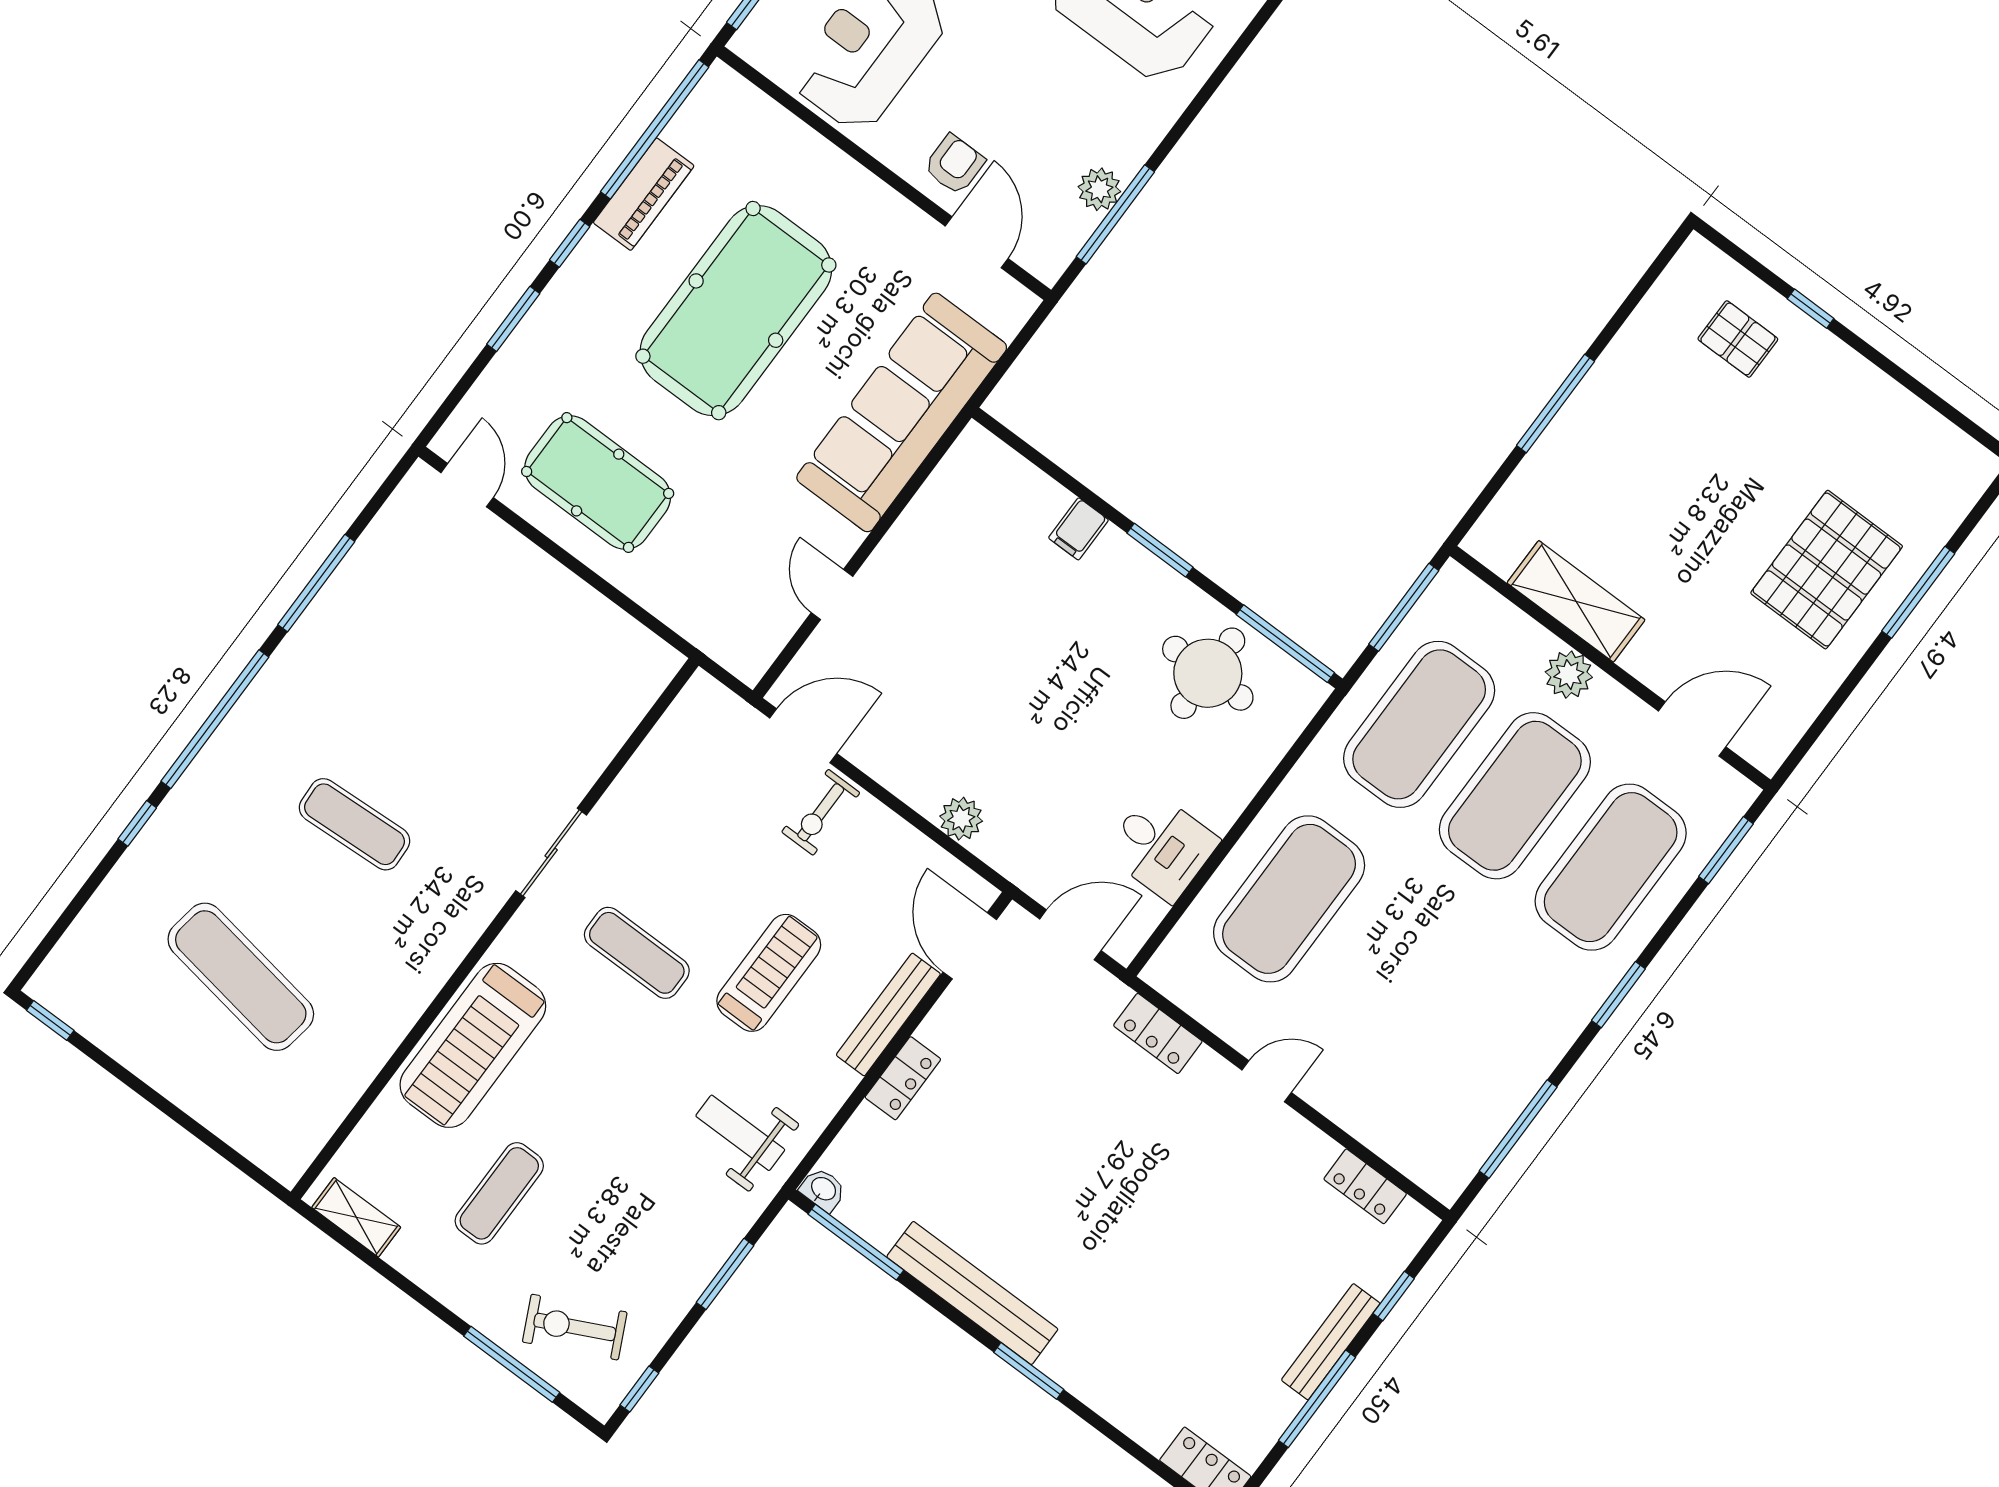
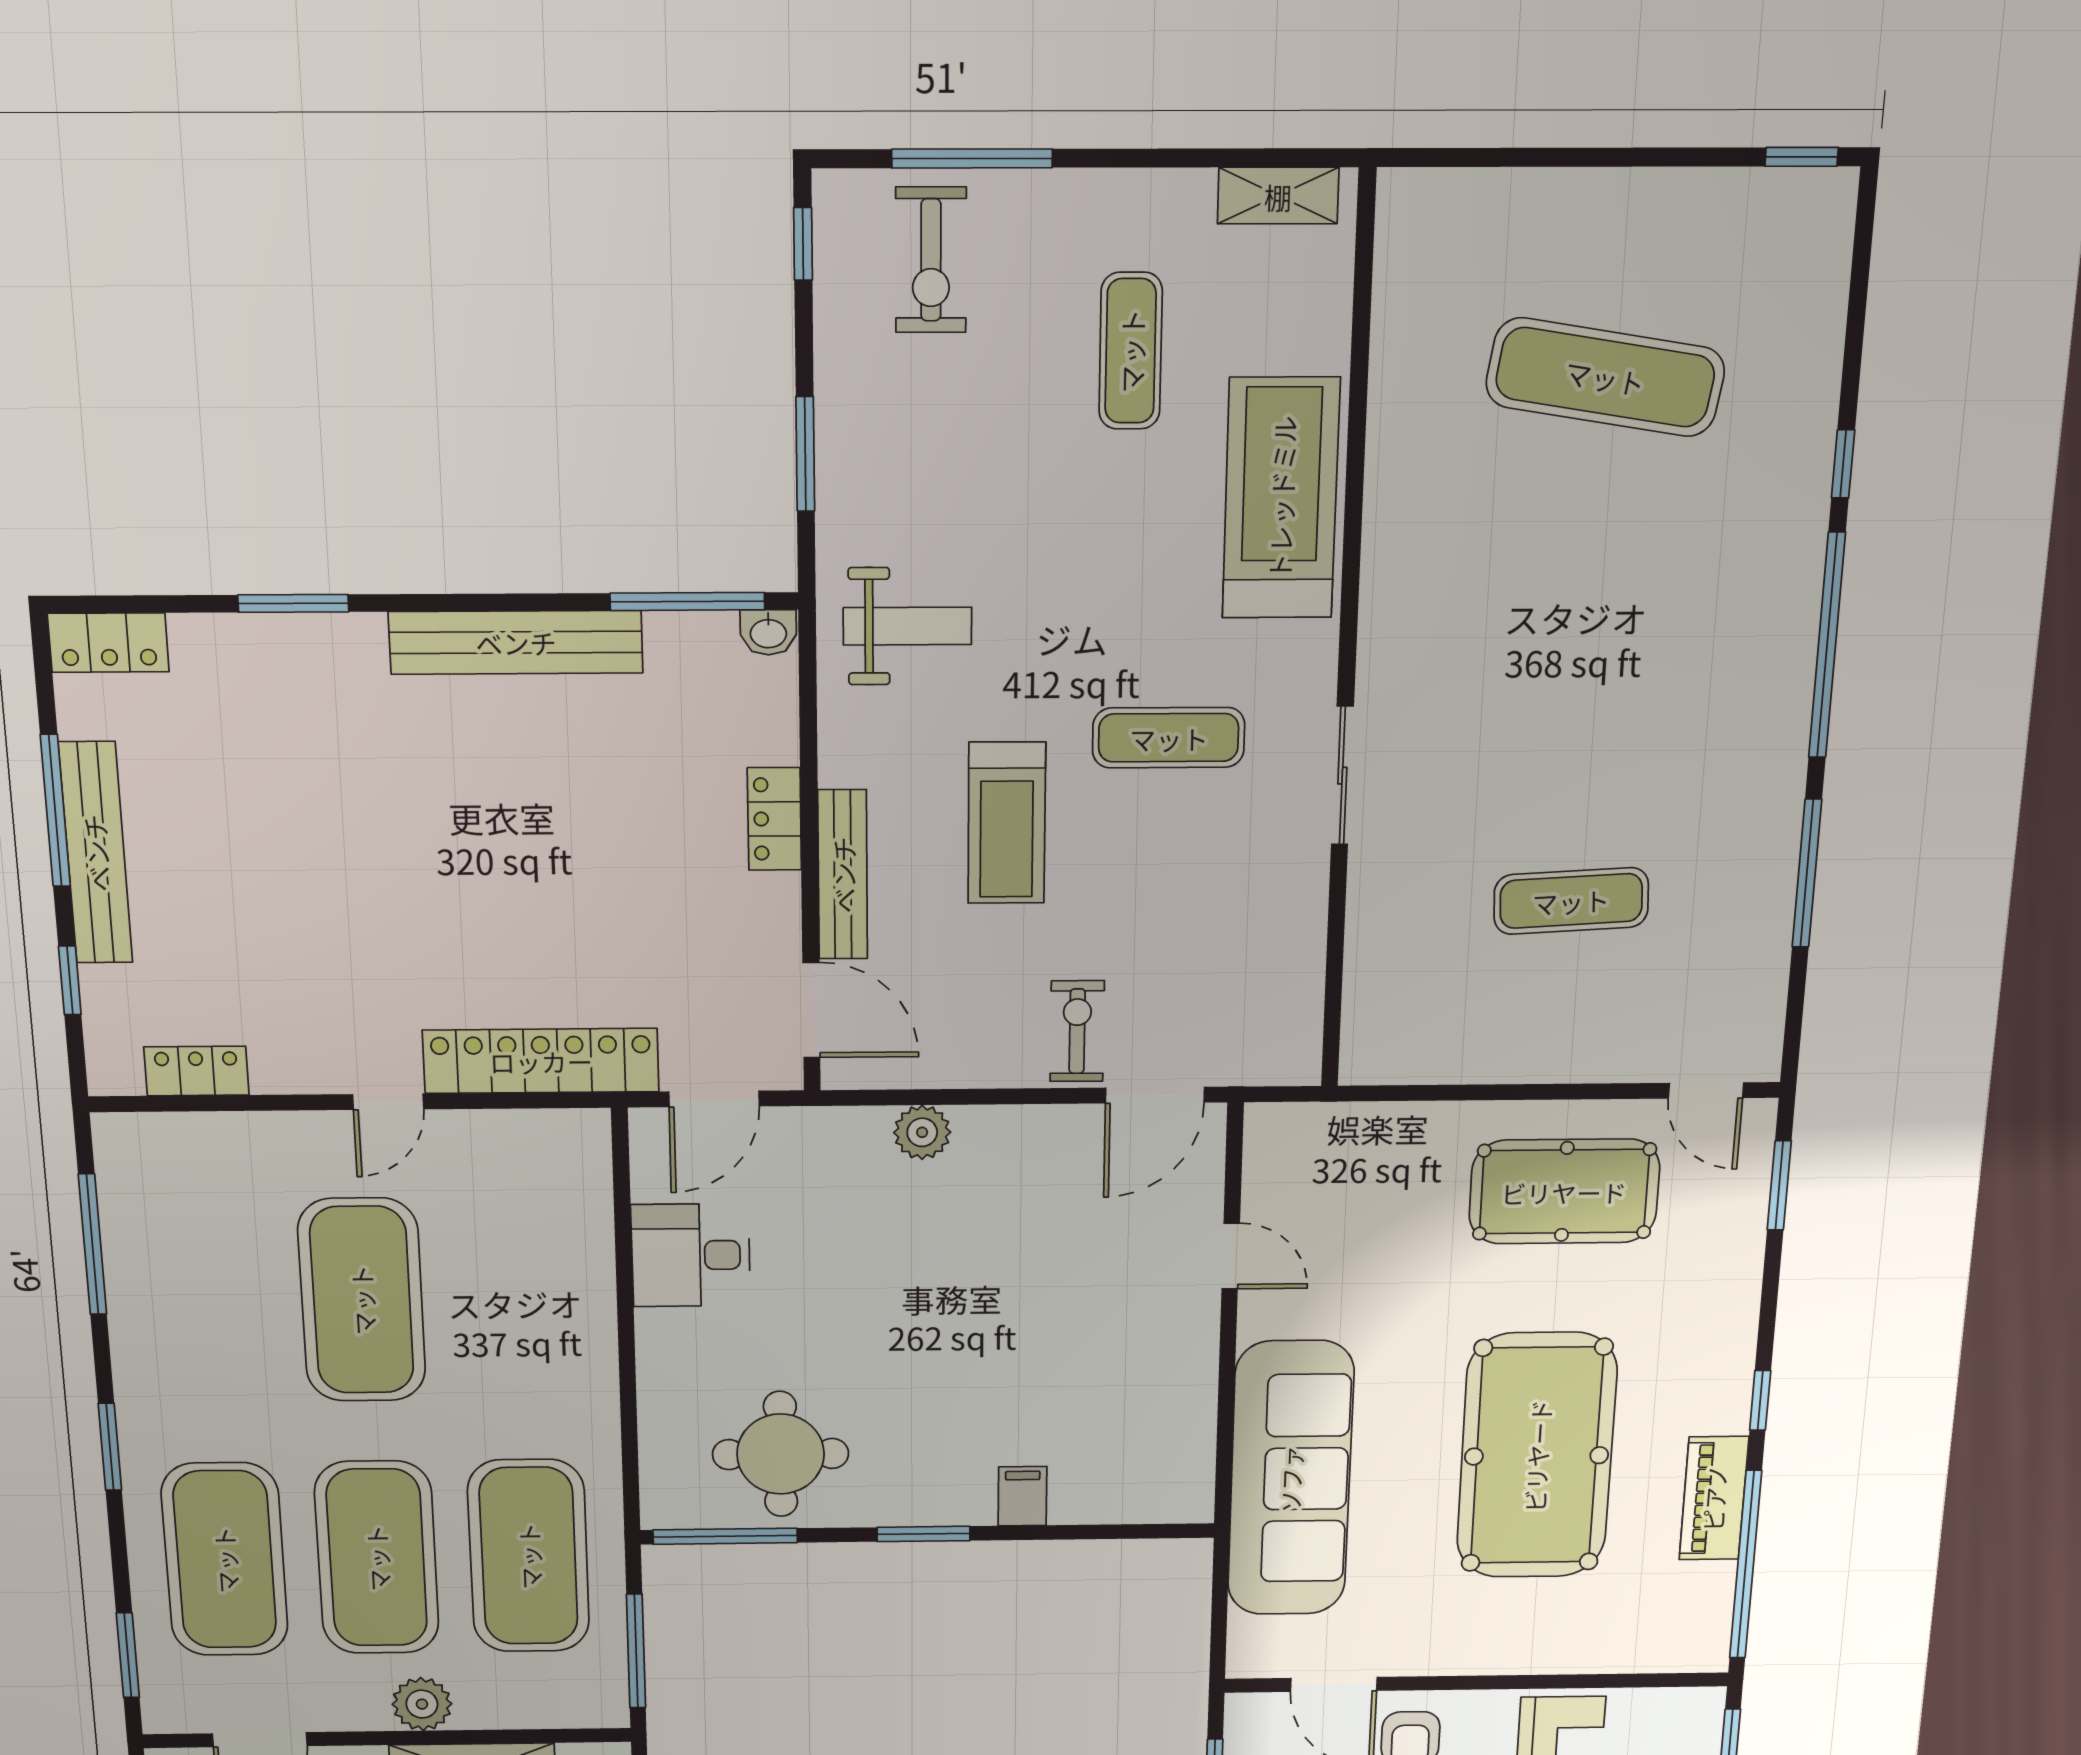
window: (513, 319) -> (1779, 1185), moved
exercise mat: (355, 824) -> (1571, 901), moved
exercise mat: (1289, 899) -> (362, 1300), moved
locker: (1158, 1033) -> (541, 1061), width x2.16, depth x1.21
exercise bike: (575, 1327) -> (931, 260), turned 116
bench: (1331, 1342) -> (96, 853), width x1.37, depth x1.21
window: (1029, 1371) -> (293, 603), moved

